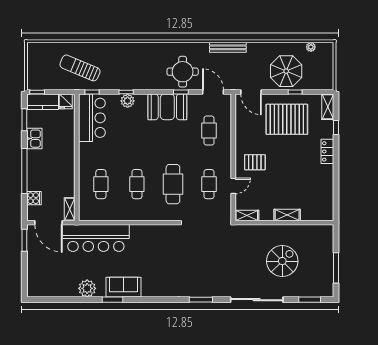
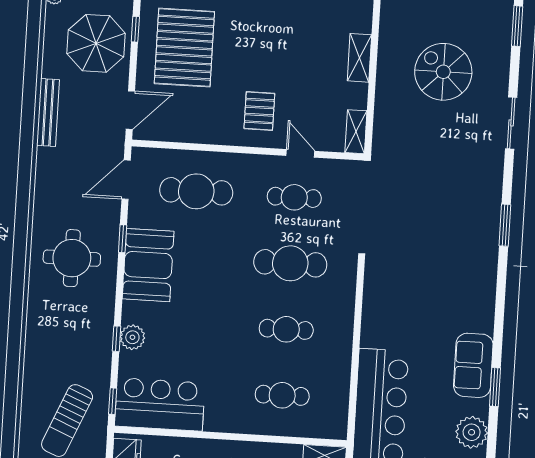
bench: (228, 47) -> (48, 113), moved
round table: (183, 72) -> (72, 258), moved
cafe table: (209, 131) -> (196, 191), width x1.37, depth x1.35
sliding door: (257, 300) -> (511, 123), width x0.54

